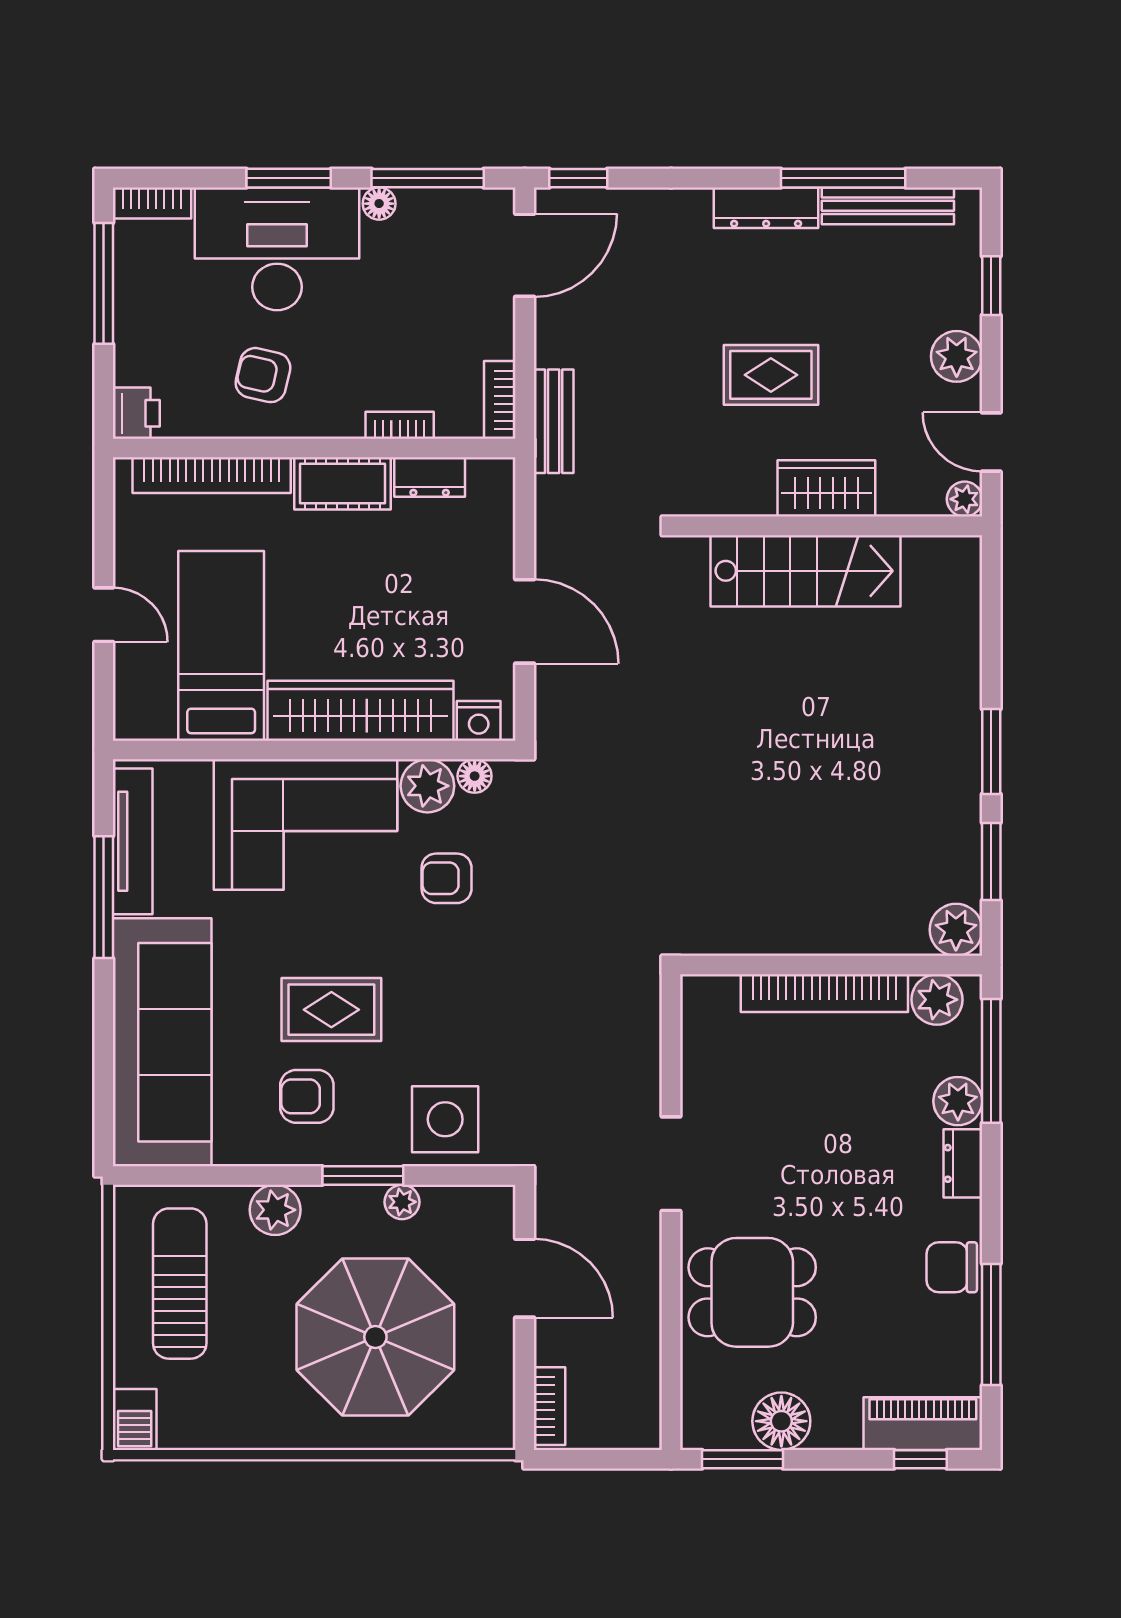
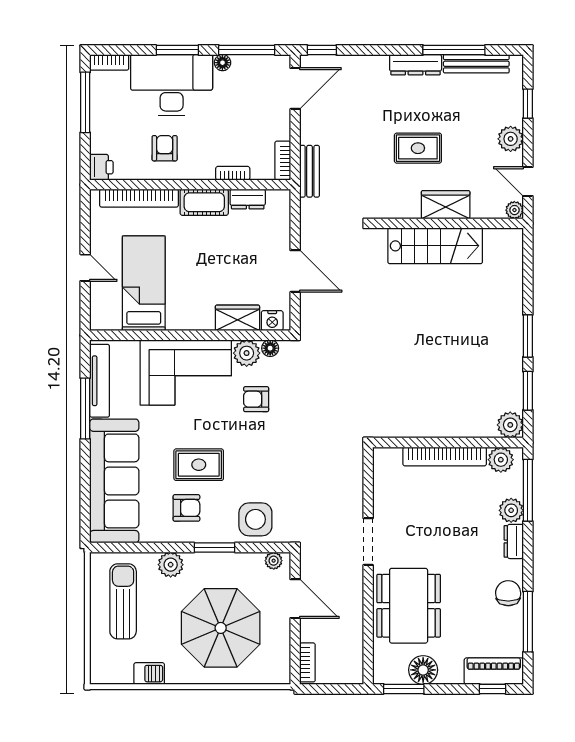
armchair: (263, 375) -> (165, 148), turned 77
wardrobe: (360, 711) -> (237, 318), width x0.48, depth x0.85
armchair: (307, 1096) -> (186, 508), turned 180
plant: (402, 1202) -> (274, 561), moved
chair: (952, 1267) -> (508, 593), turned 89
dining table: (752, 1292) -> (409, 606), width x1.38
barbecue: (135, 1419) -> (149, 674), moved, turned -90

